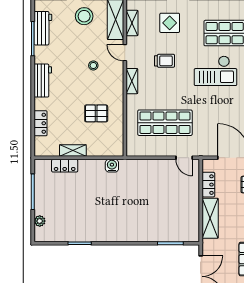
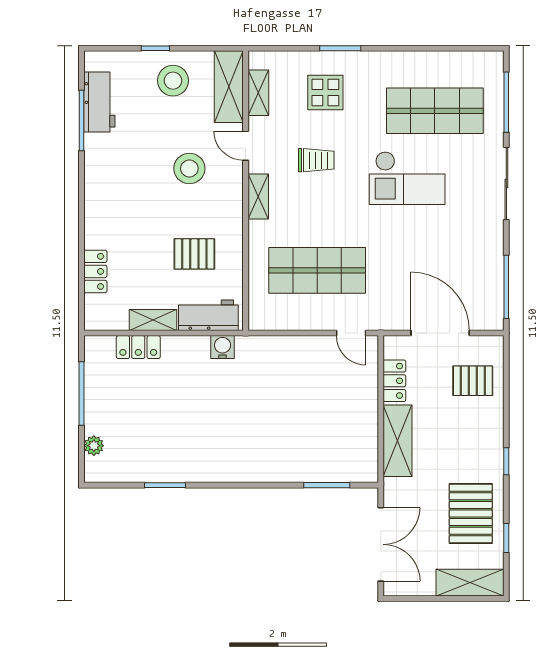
stool: (93, 65) -> (189, 168), width x1.89, depth x1.89
workbench: (43, 81) -> (208, 315), moved, turned -90

